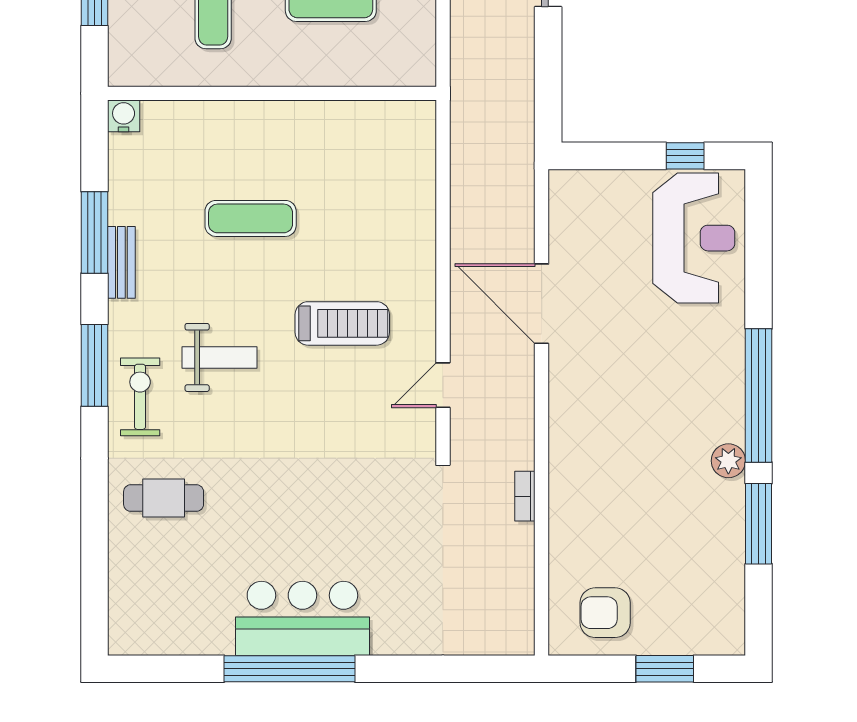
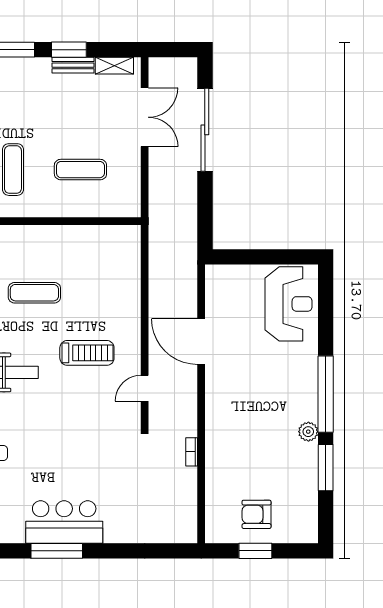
window: (685, 156) -> (283, 257), removed
armchair: (605, 613) -> (257, 514), moved
window: (289, 669) -> (57, 551), width x0.68
window: (665, 669) -> (255, 551), moved

